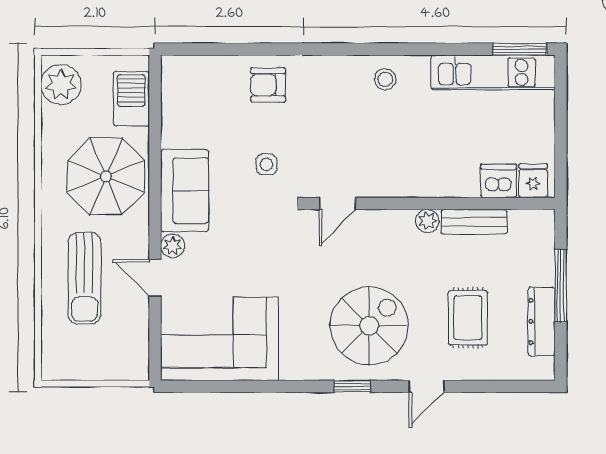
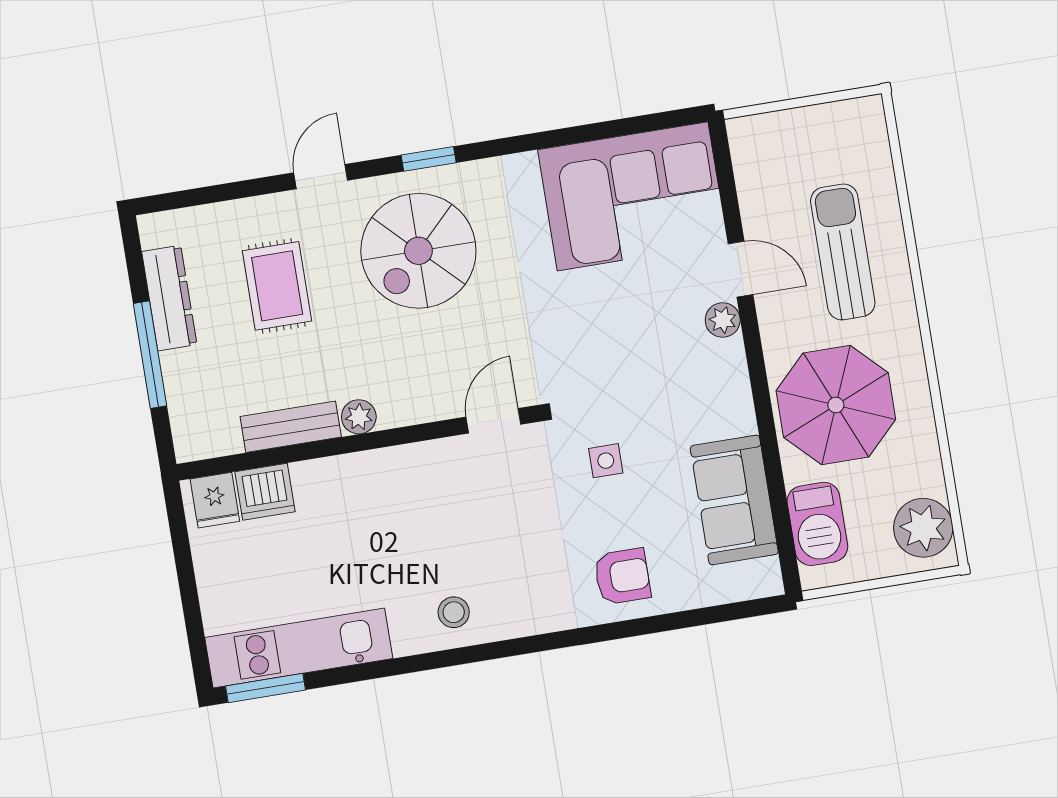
sofa: (185, 191) -> (734, 500), moved

